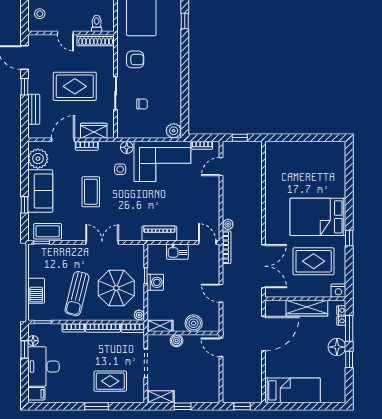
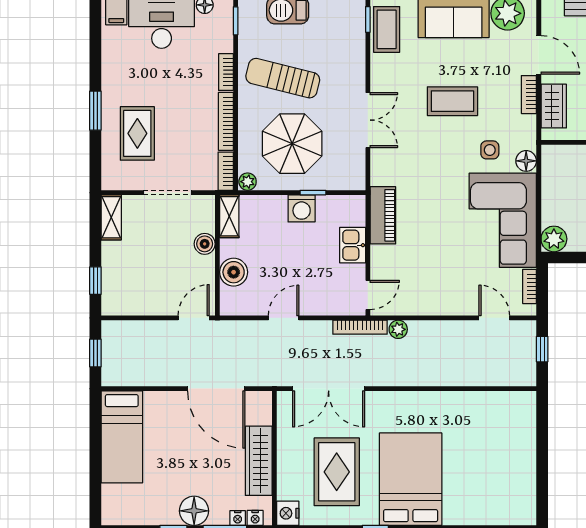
window: (183, 406) -> (95, 281), moved

